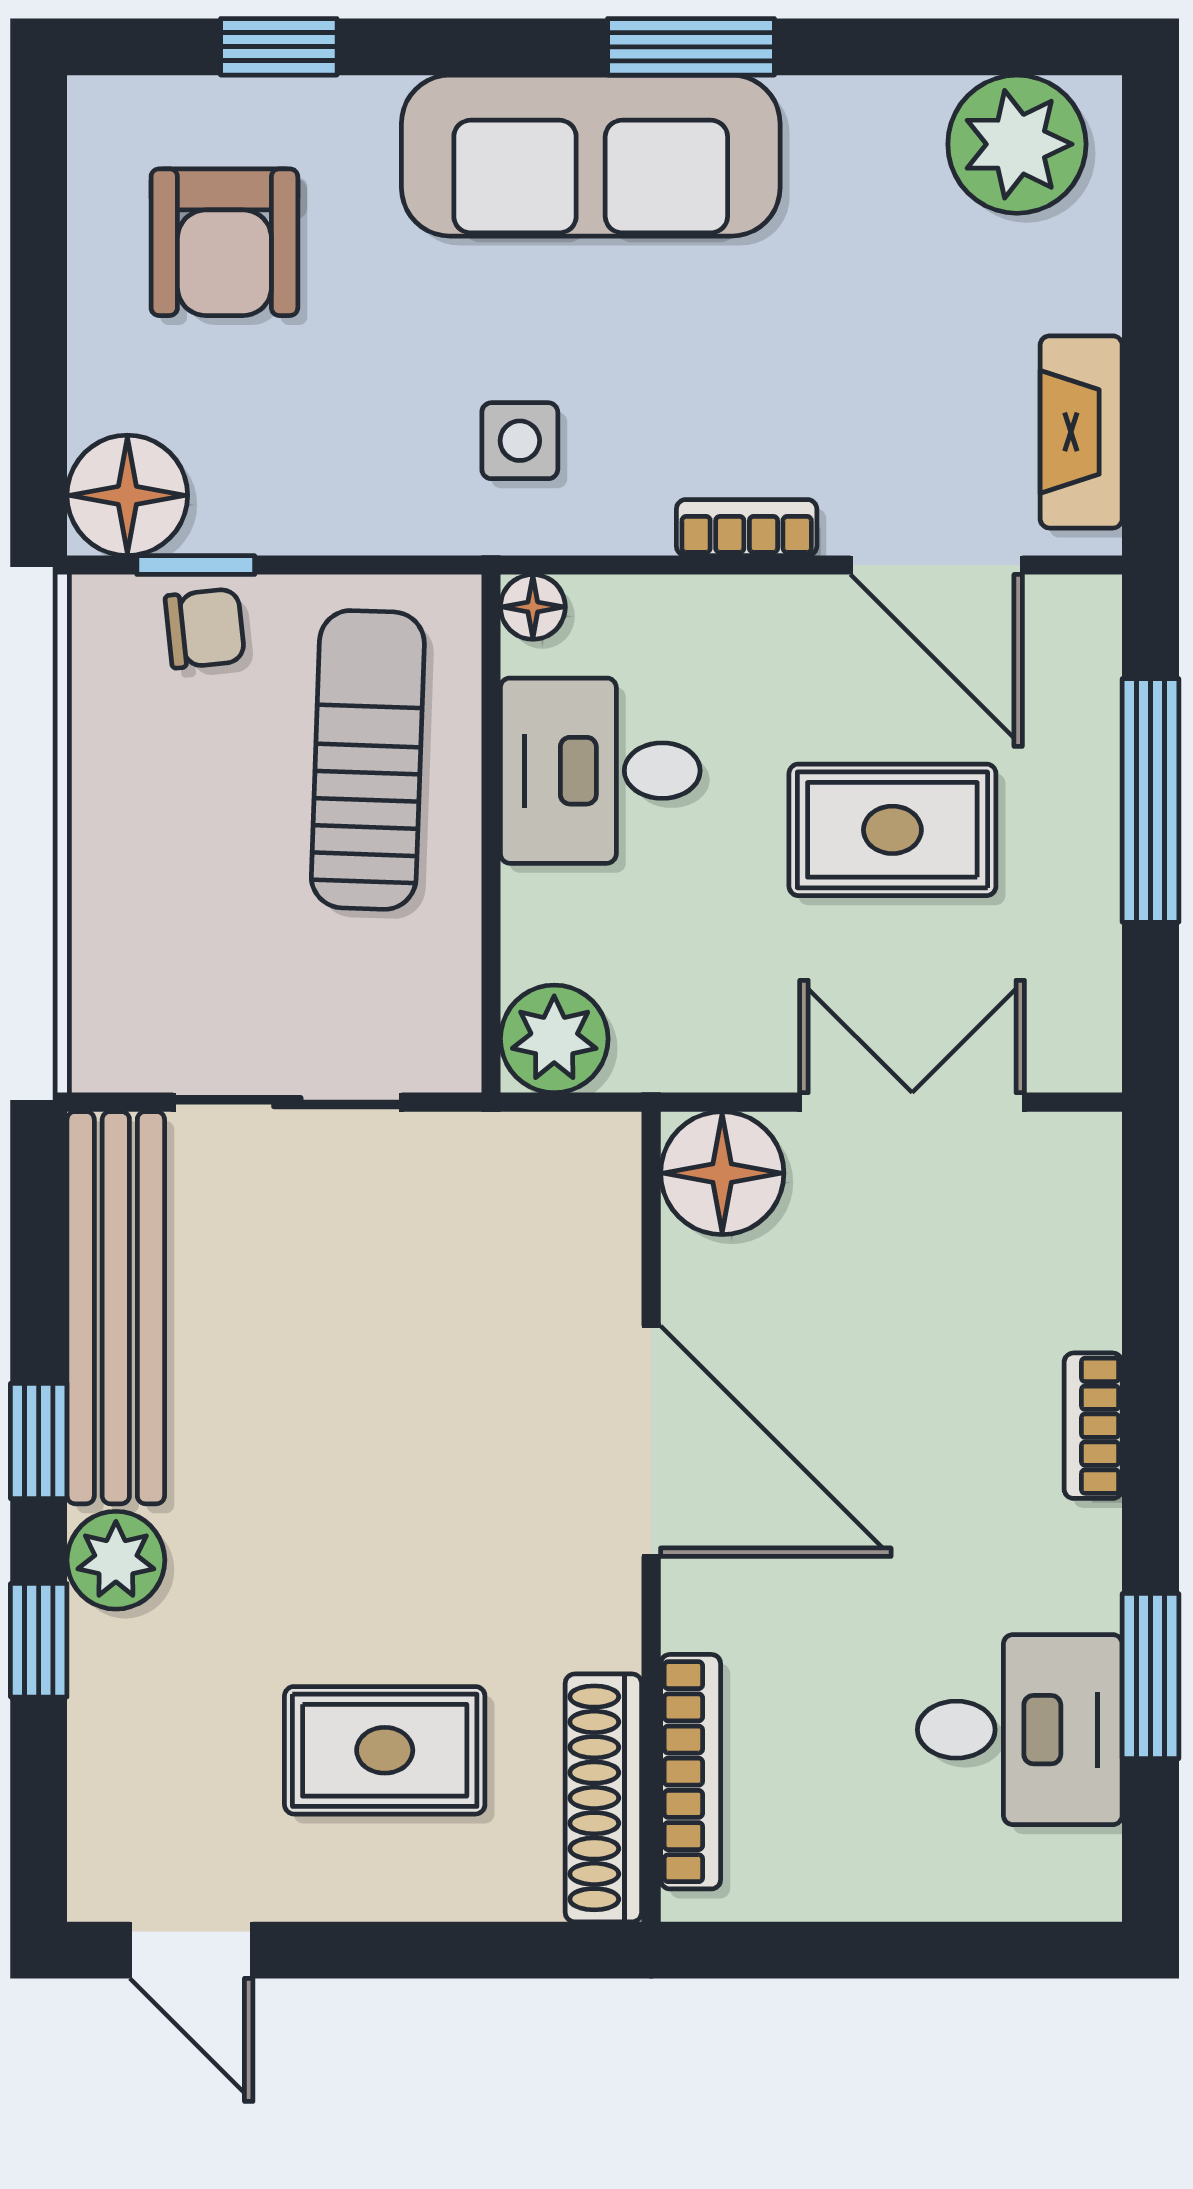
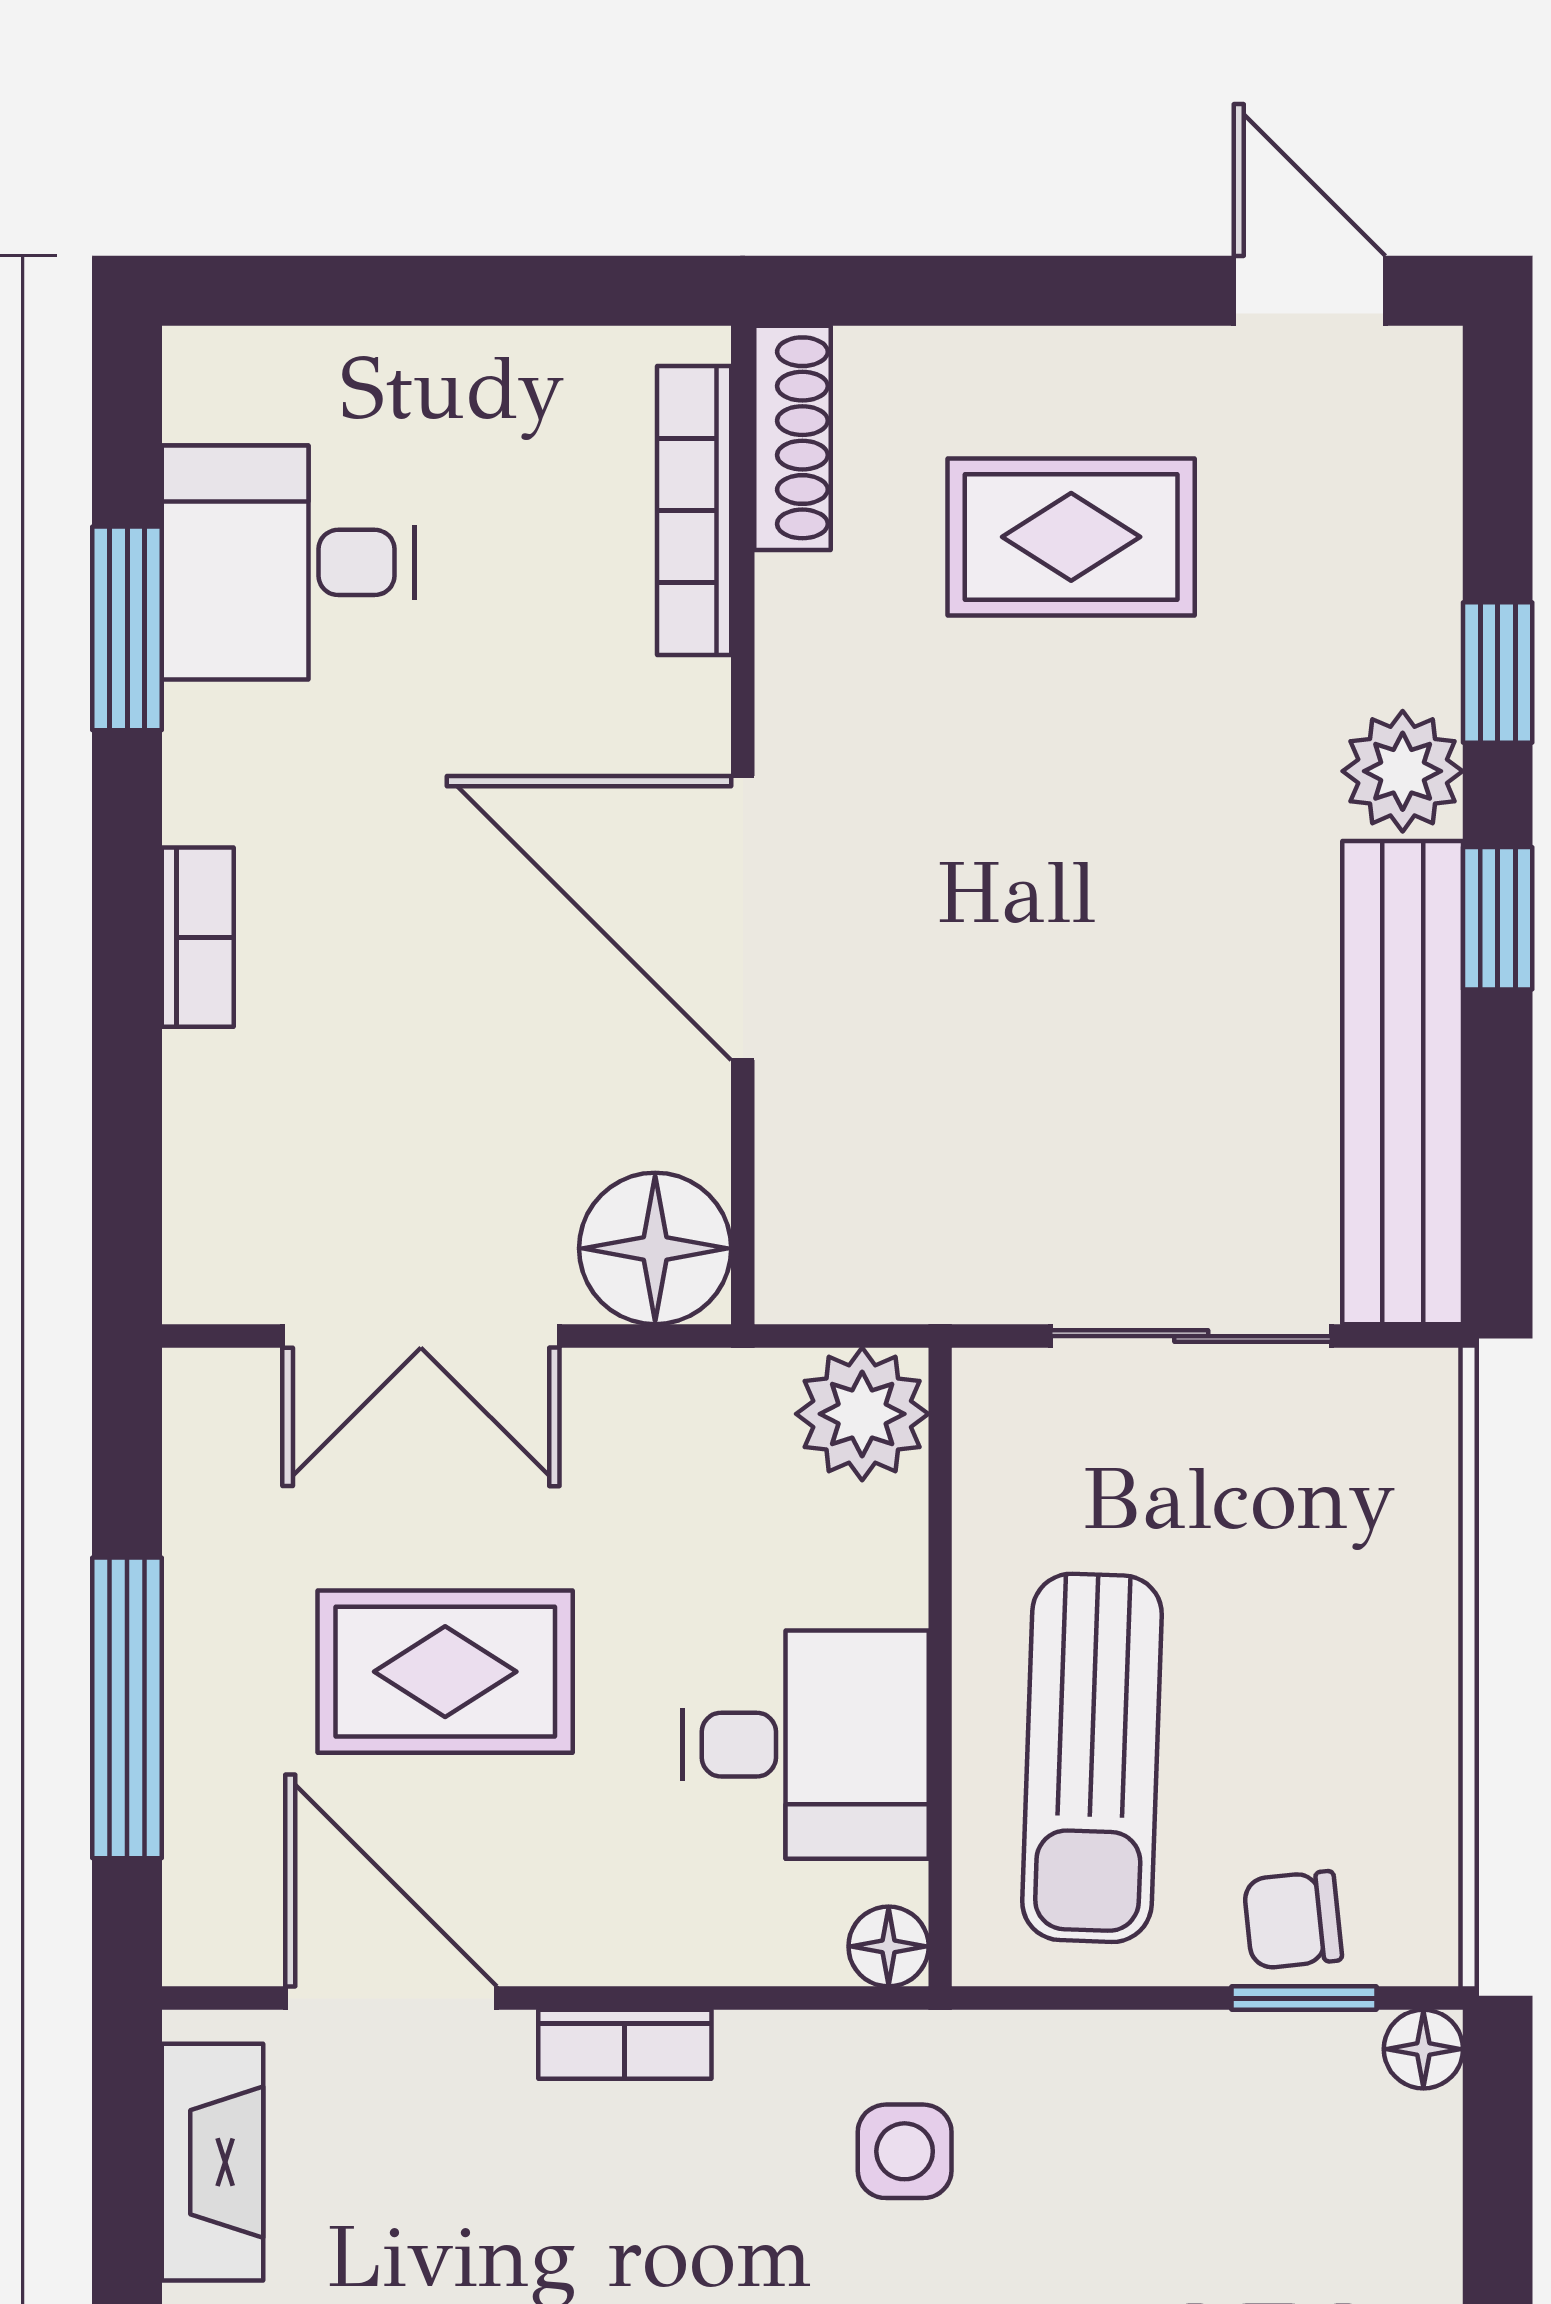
floor lamp: (127, 495) -> (1423, 2049), width x0.53, depth x0.53
shoe rack: (603, 1798) -> (792, 438), width x0.74, depth x0.81

